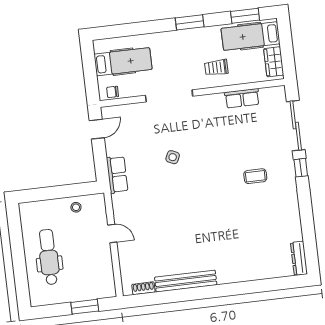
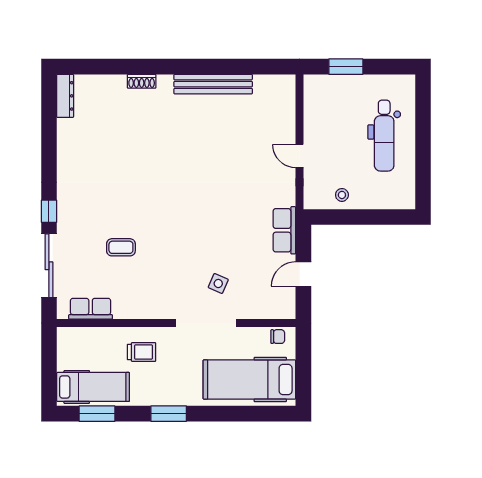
hospital bed: (123, 62) -> (249, 380), width x1.37, depth x1.29
wardrobe: (274, 62) -> (67, 350), removed
row of seats: (242, 98) -> (91, 309), moved
door: (97, 129) -> (303, 274), moved
side table: (173, 157) -> (218, 283), moved
coffee table: (255, 176) -> (121, 247), moved
shoe rack: (143, 288) -> (142, 81), moved

